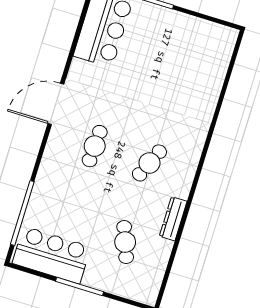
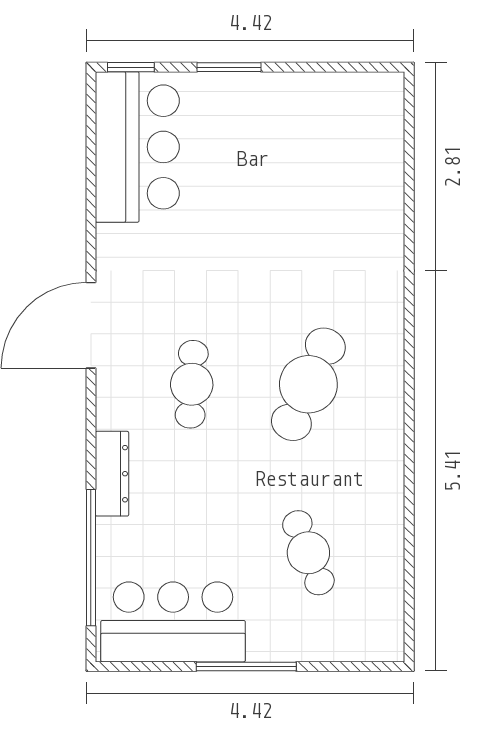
cafe table: (149, 163) -> (308, 384), width x1.37, depth x1.35
dresser: (173, 219) -> (112, 474), moved, turned 180

